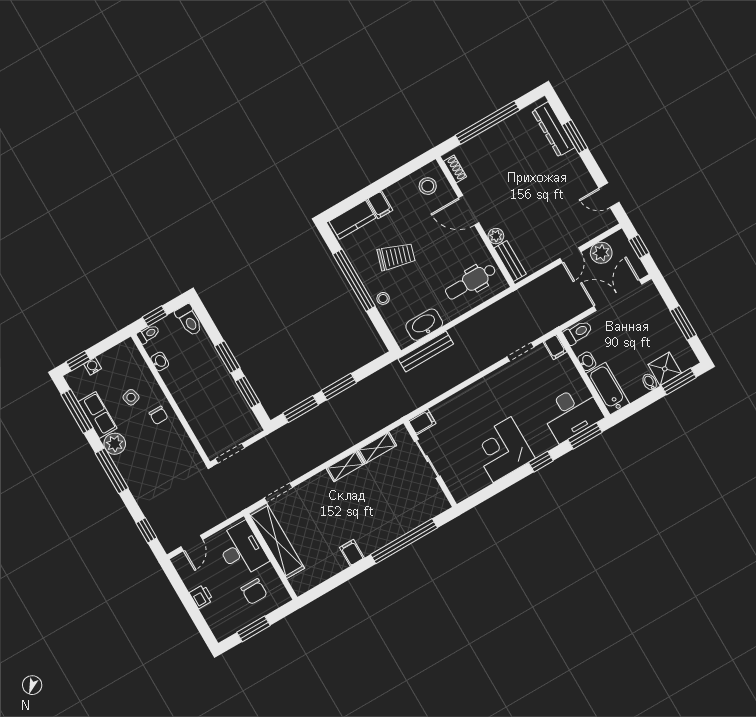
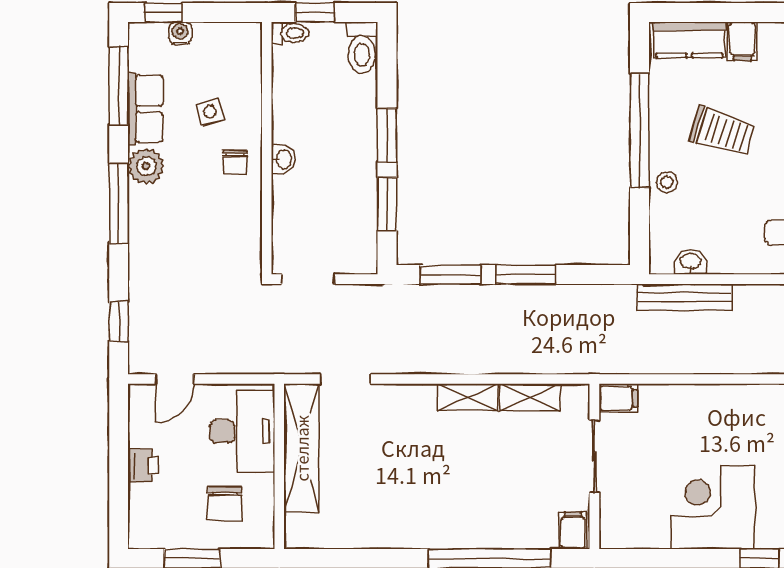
washbasin: (424, 325) -> (691, 262), width x0.52, depth x0.69
washbasin: (160, 361) -> (283, 159), moved
filing cabinet: (352, 553) -> (573, 530), moved

